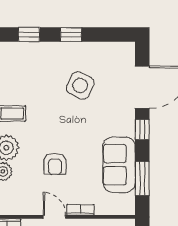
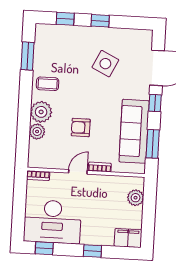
armchair: (55, 164) -> (81, 127), turned 90
sofa: (119, 165) -> (134, 131), width x1.36
door: (54, 217) -> (78, 172), hinge flipped

